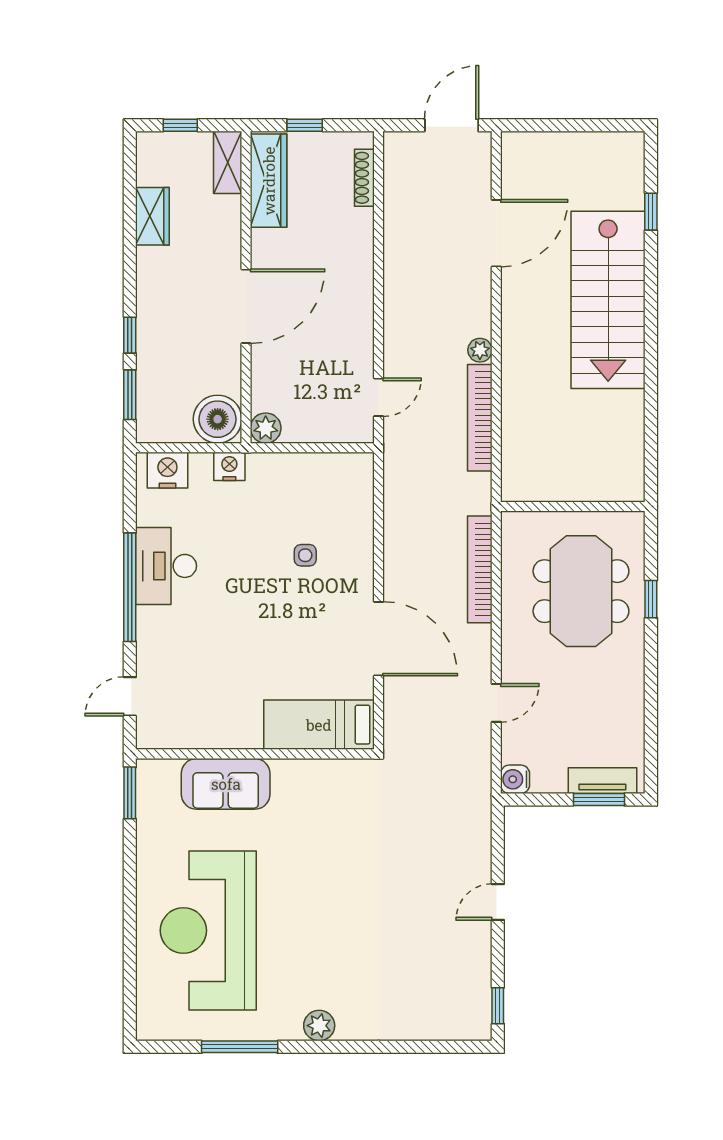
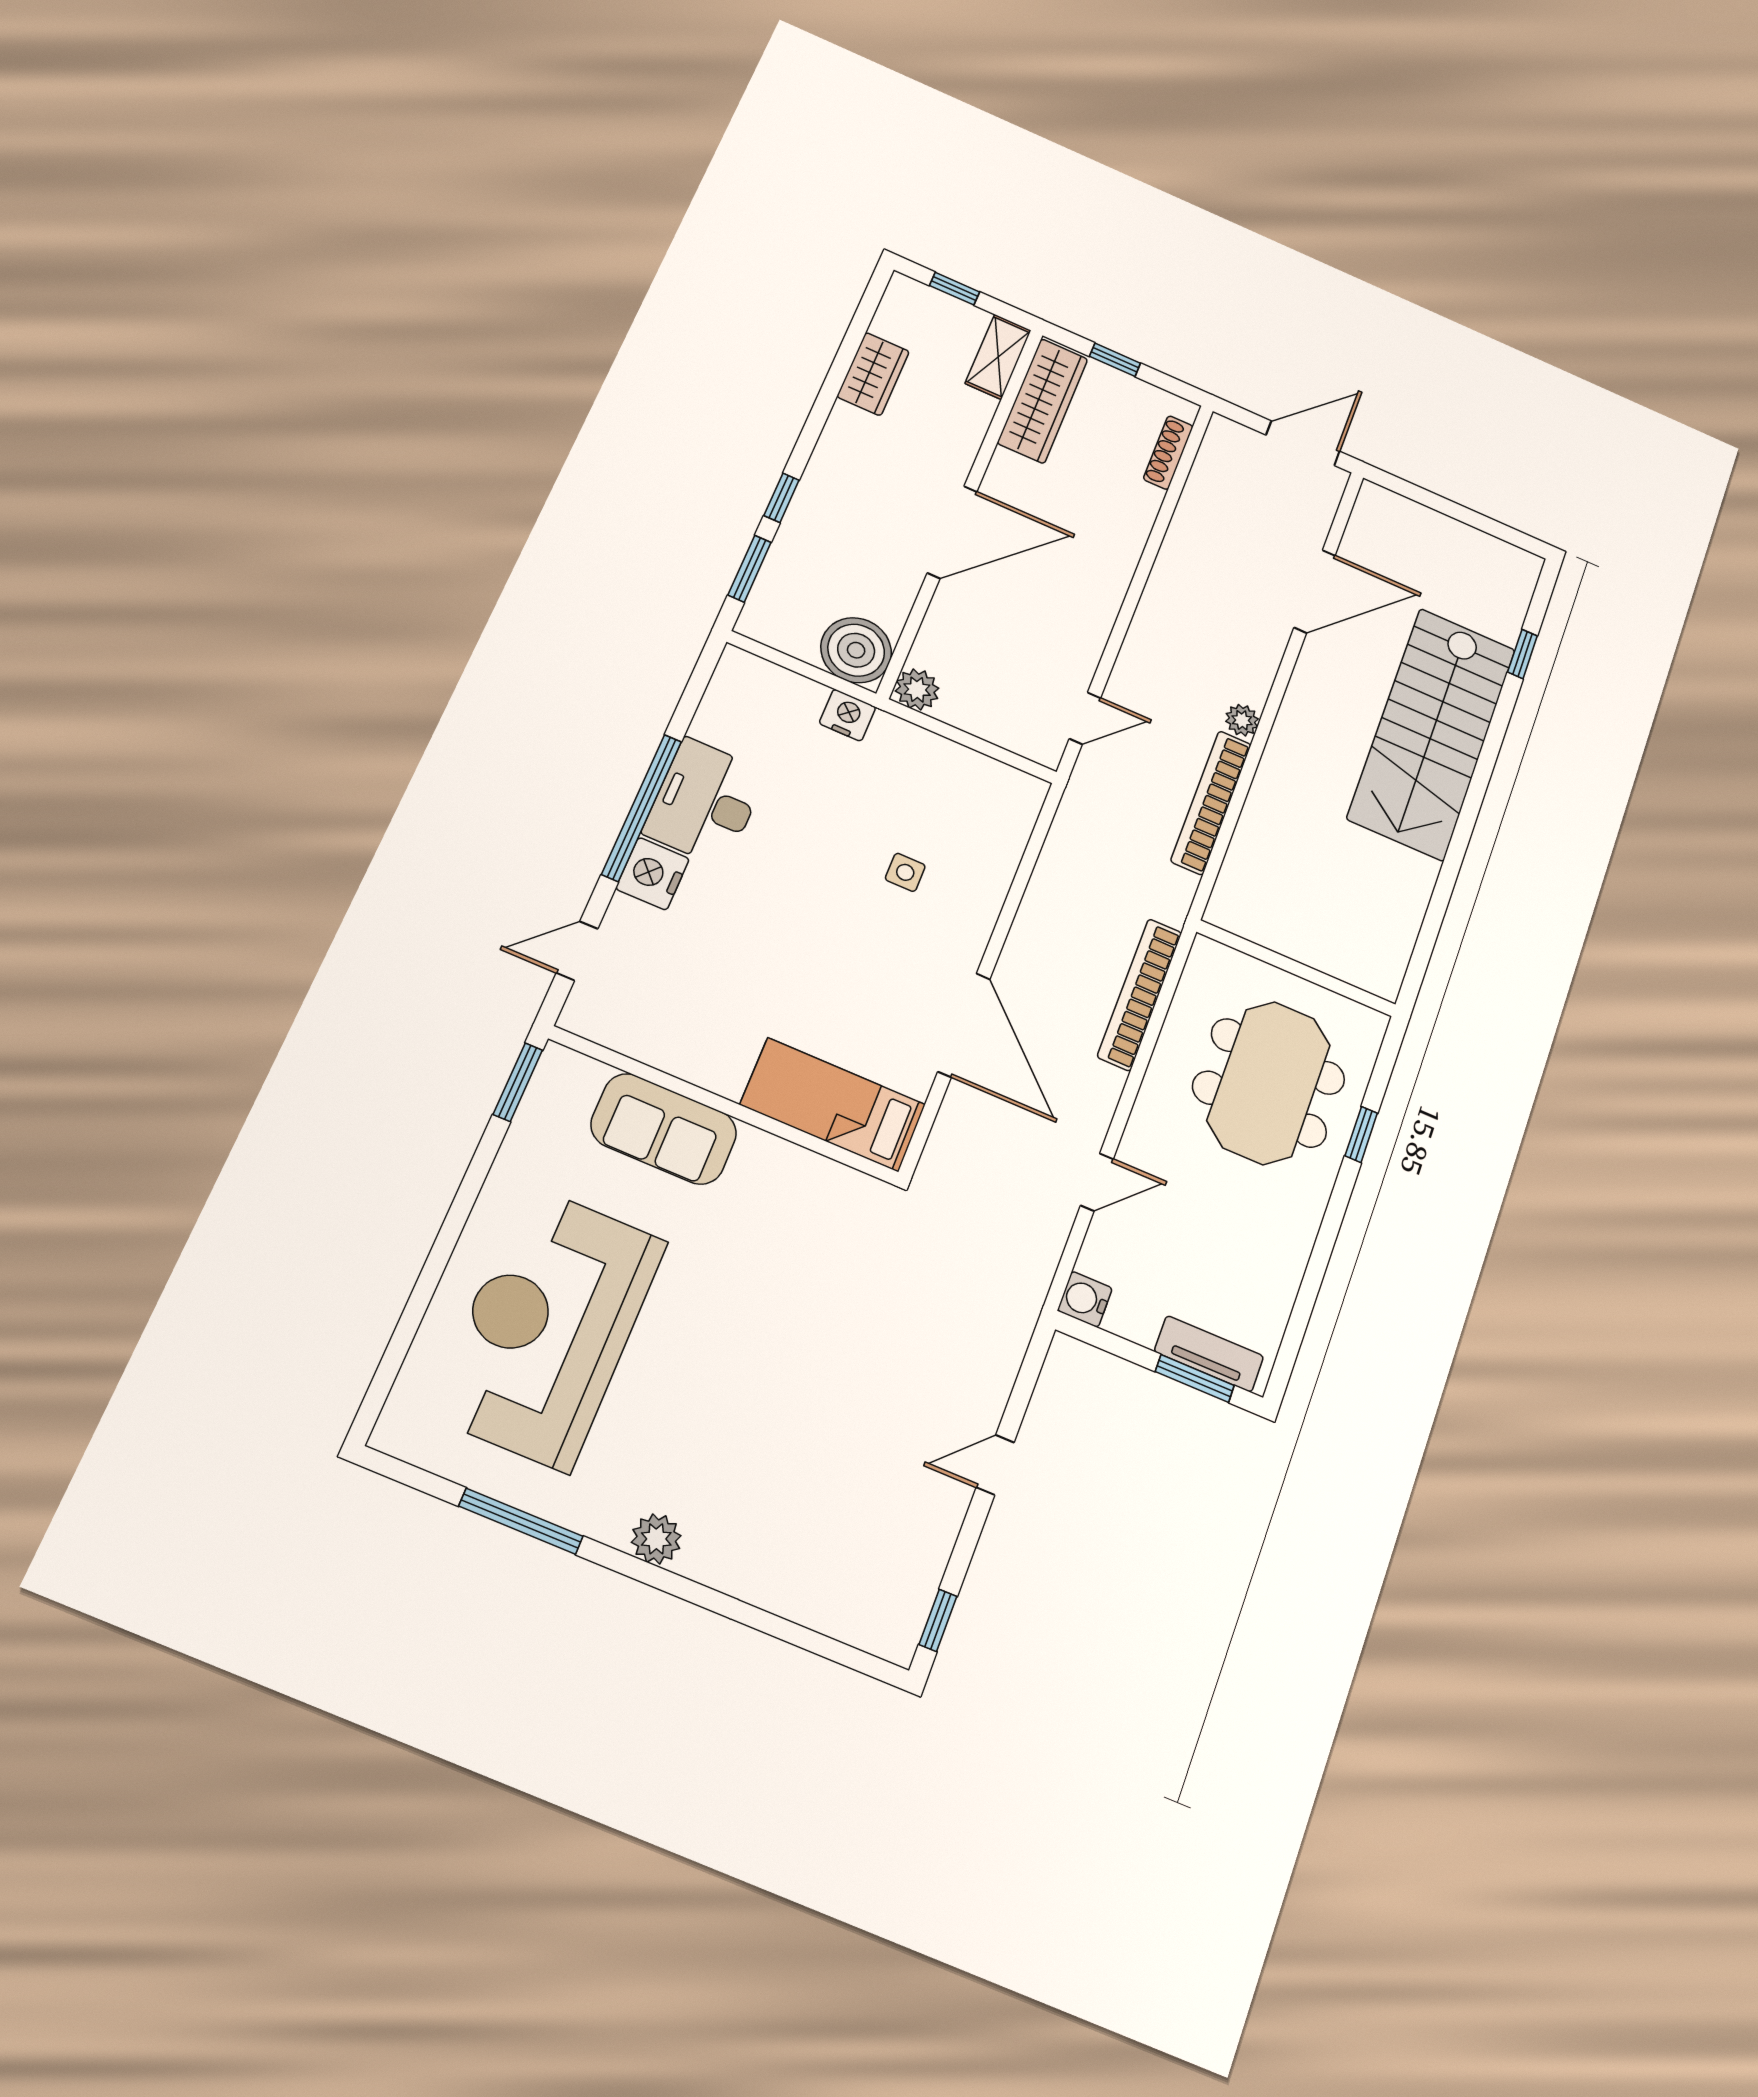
nightstand: (167, 470) -> (652, 874), moved, turned -90

